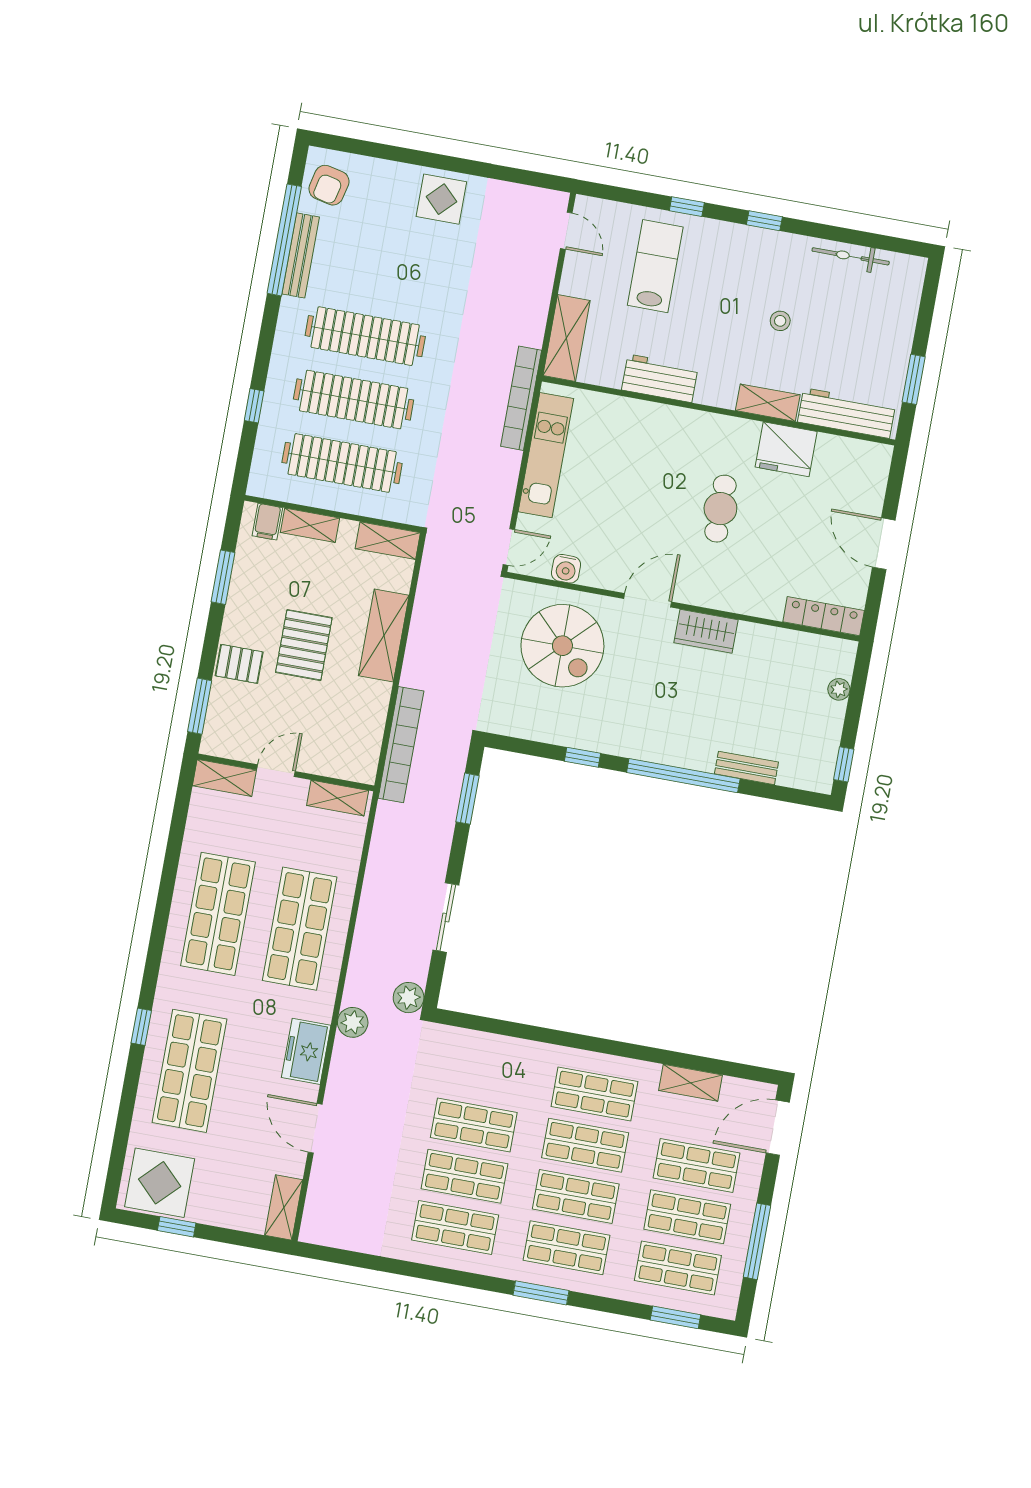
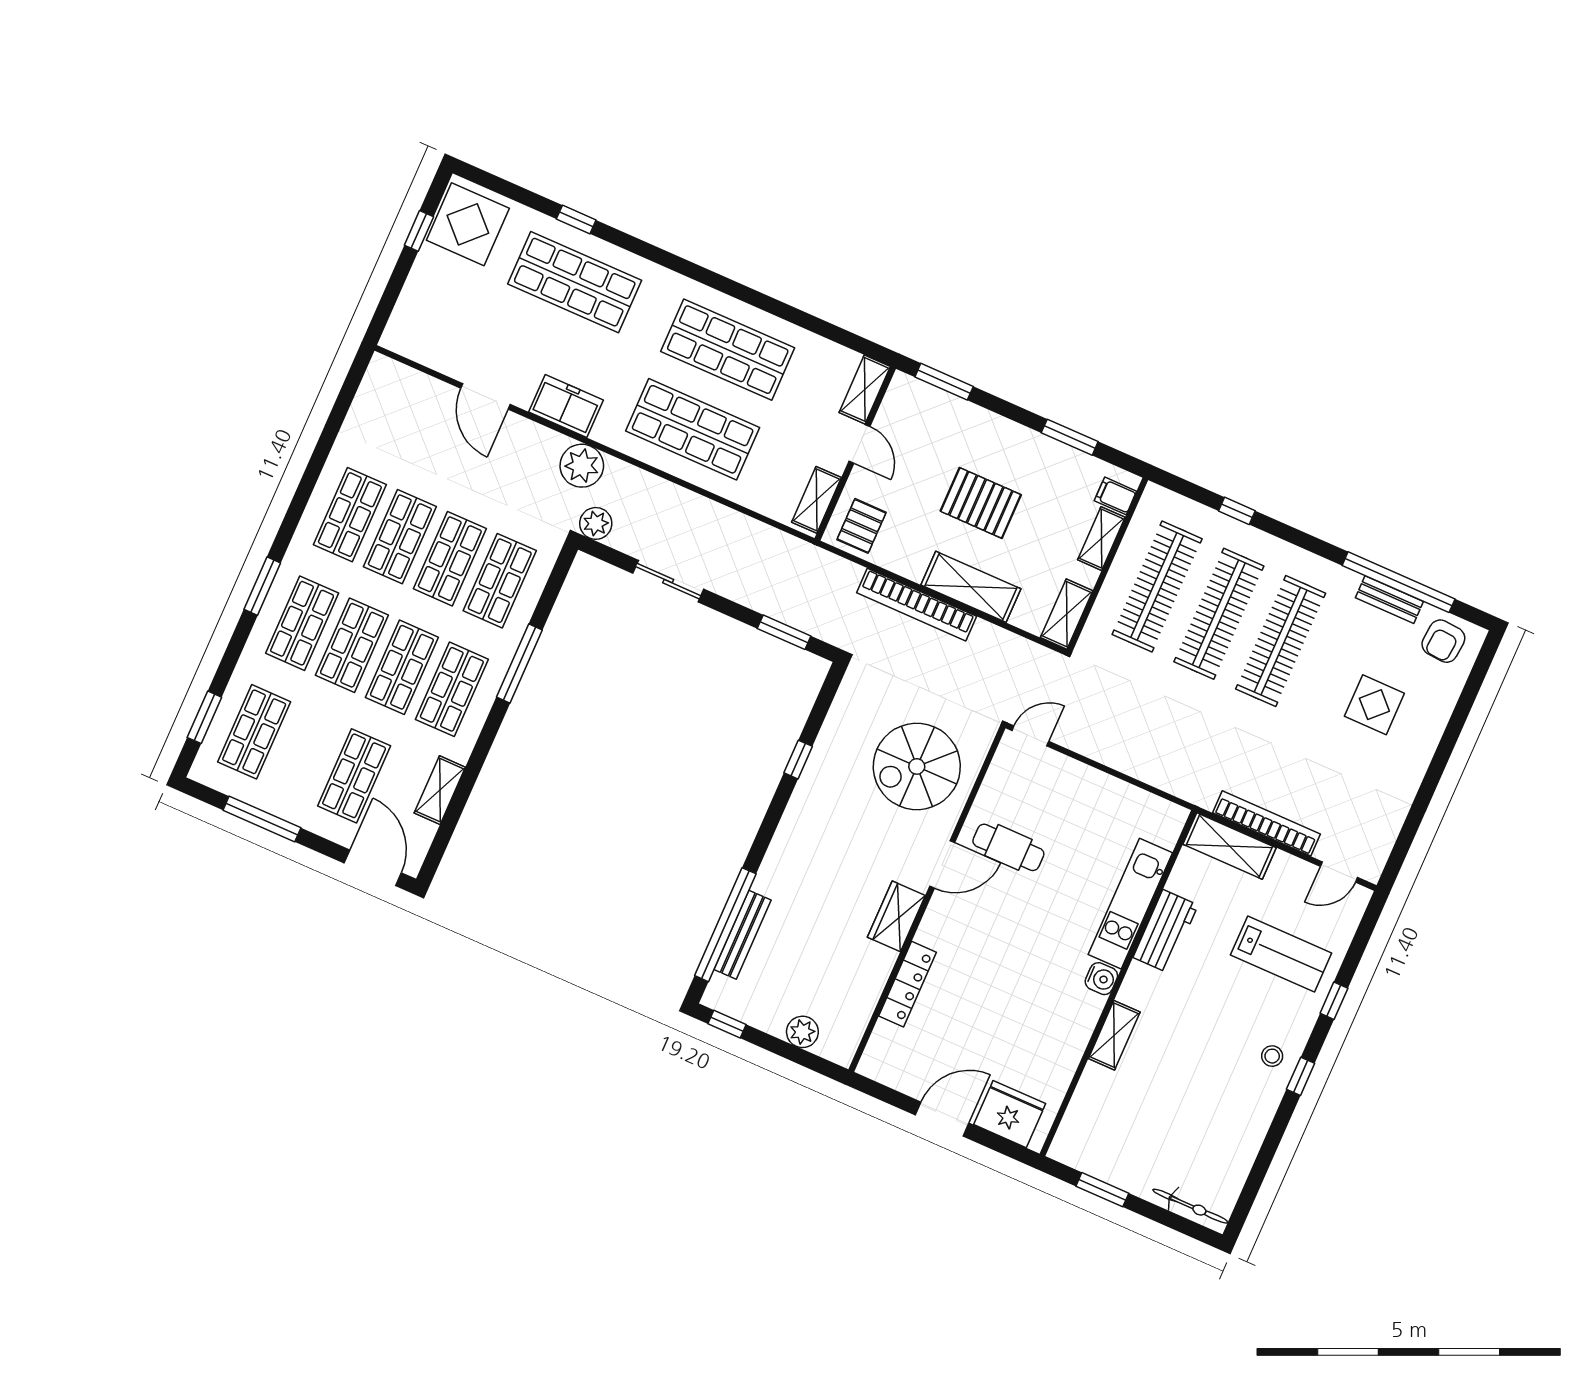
armchair: (329, 185) -> (1443, 641), turned -98
display table: (441, 199) -> (1374, 705), moved
bench: (301, 255) -> (1389, 600), width x0.73
bicycle: (851, 256) -> (1190, 1206), moved, turned 90
stool: (780, 321) -> (1272, 1056), moved
bookcase: (521, 398) -> (1266, 823), moved
workbench: (847, 413) -> (1084, 1113), removed
fridge: (786, 449) -> (1010, 1114), moved, turned 90
kitchen unit: (546, 455) -> (1130, 904), moved, turned 90
cafe table: (720, 509) -> (1008, 847), moved
door: (509, 547) -> (1030, 736), swing flipped
water cooler: (566, 569) -> (1101, 979), moved, turned 180
door: (648, 600) -> (942, 864), hinge flipped
locker: (824, 616) -> (908, 984), moved
pallet: (239, 664) -> (862, 526), moved
plant: (839, 689) -> (802, 1032), width x1.38, depth x1.38
bookcase: (401, 745) -> (917, 605), moved
bench: (746, 768) -> (742, 935), width x1.36
window: (683, 776) -> (725, 925), moved
plant: (353, 1022) -> (582, 466), width x1.36, depth x1.36
window: (141, 1027) -> (576, 219), moved
window: (555, 1037) -> (519, 663), added
door: (315, 1128) -> (485, 396), swing flipped
shelving: (284, 1207) -> (412, 345), removed
shop shelf: (687, 1217) -> (500, 581), moved

